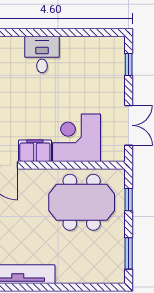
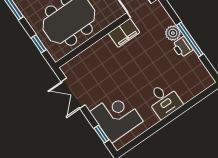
corner desk: (77, 138) -> (116, 116), moved, turned -90

